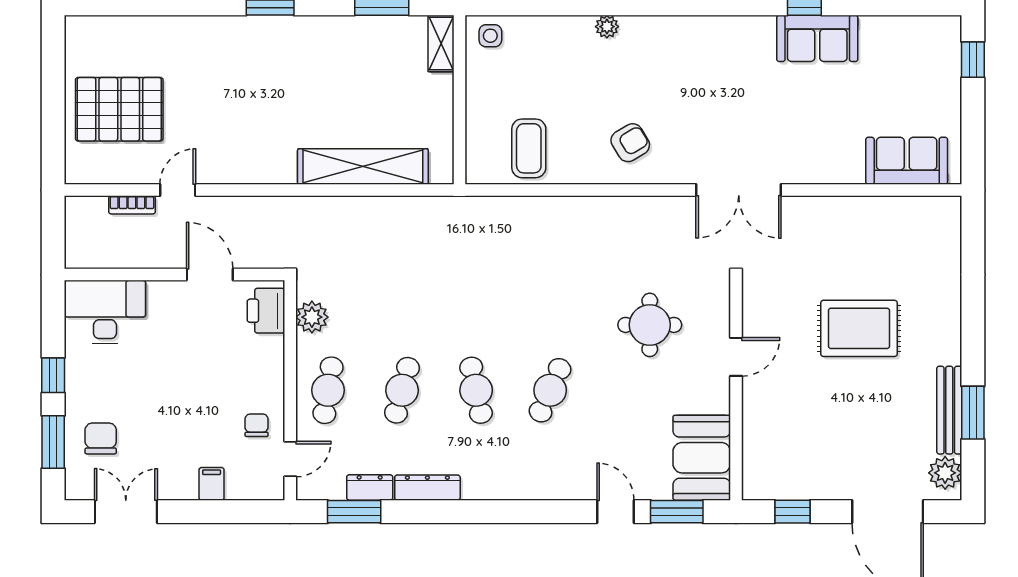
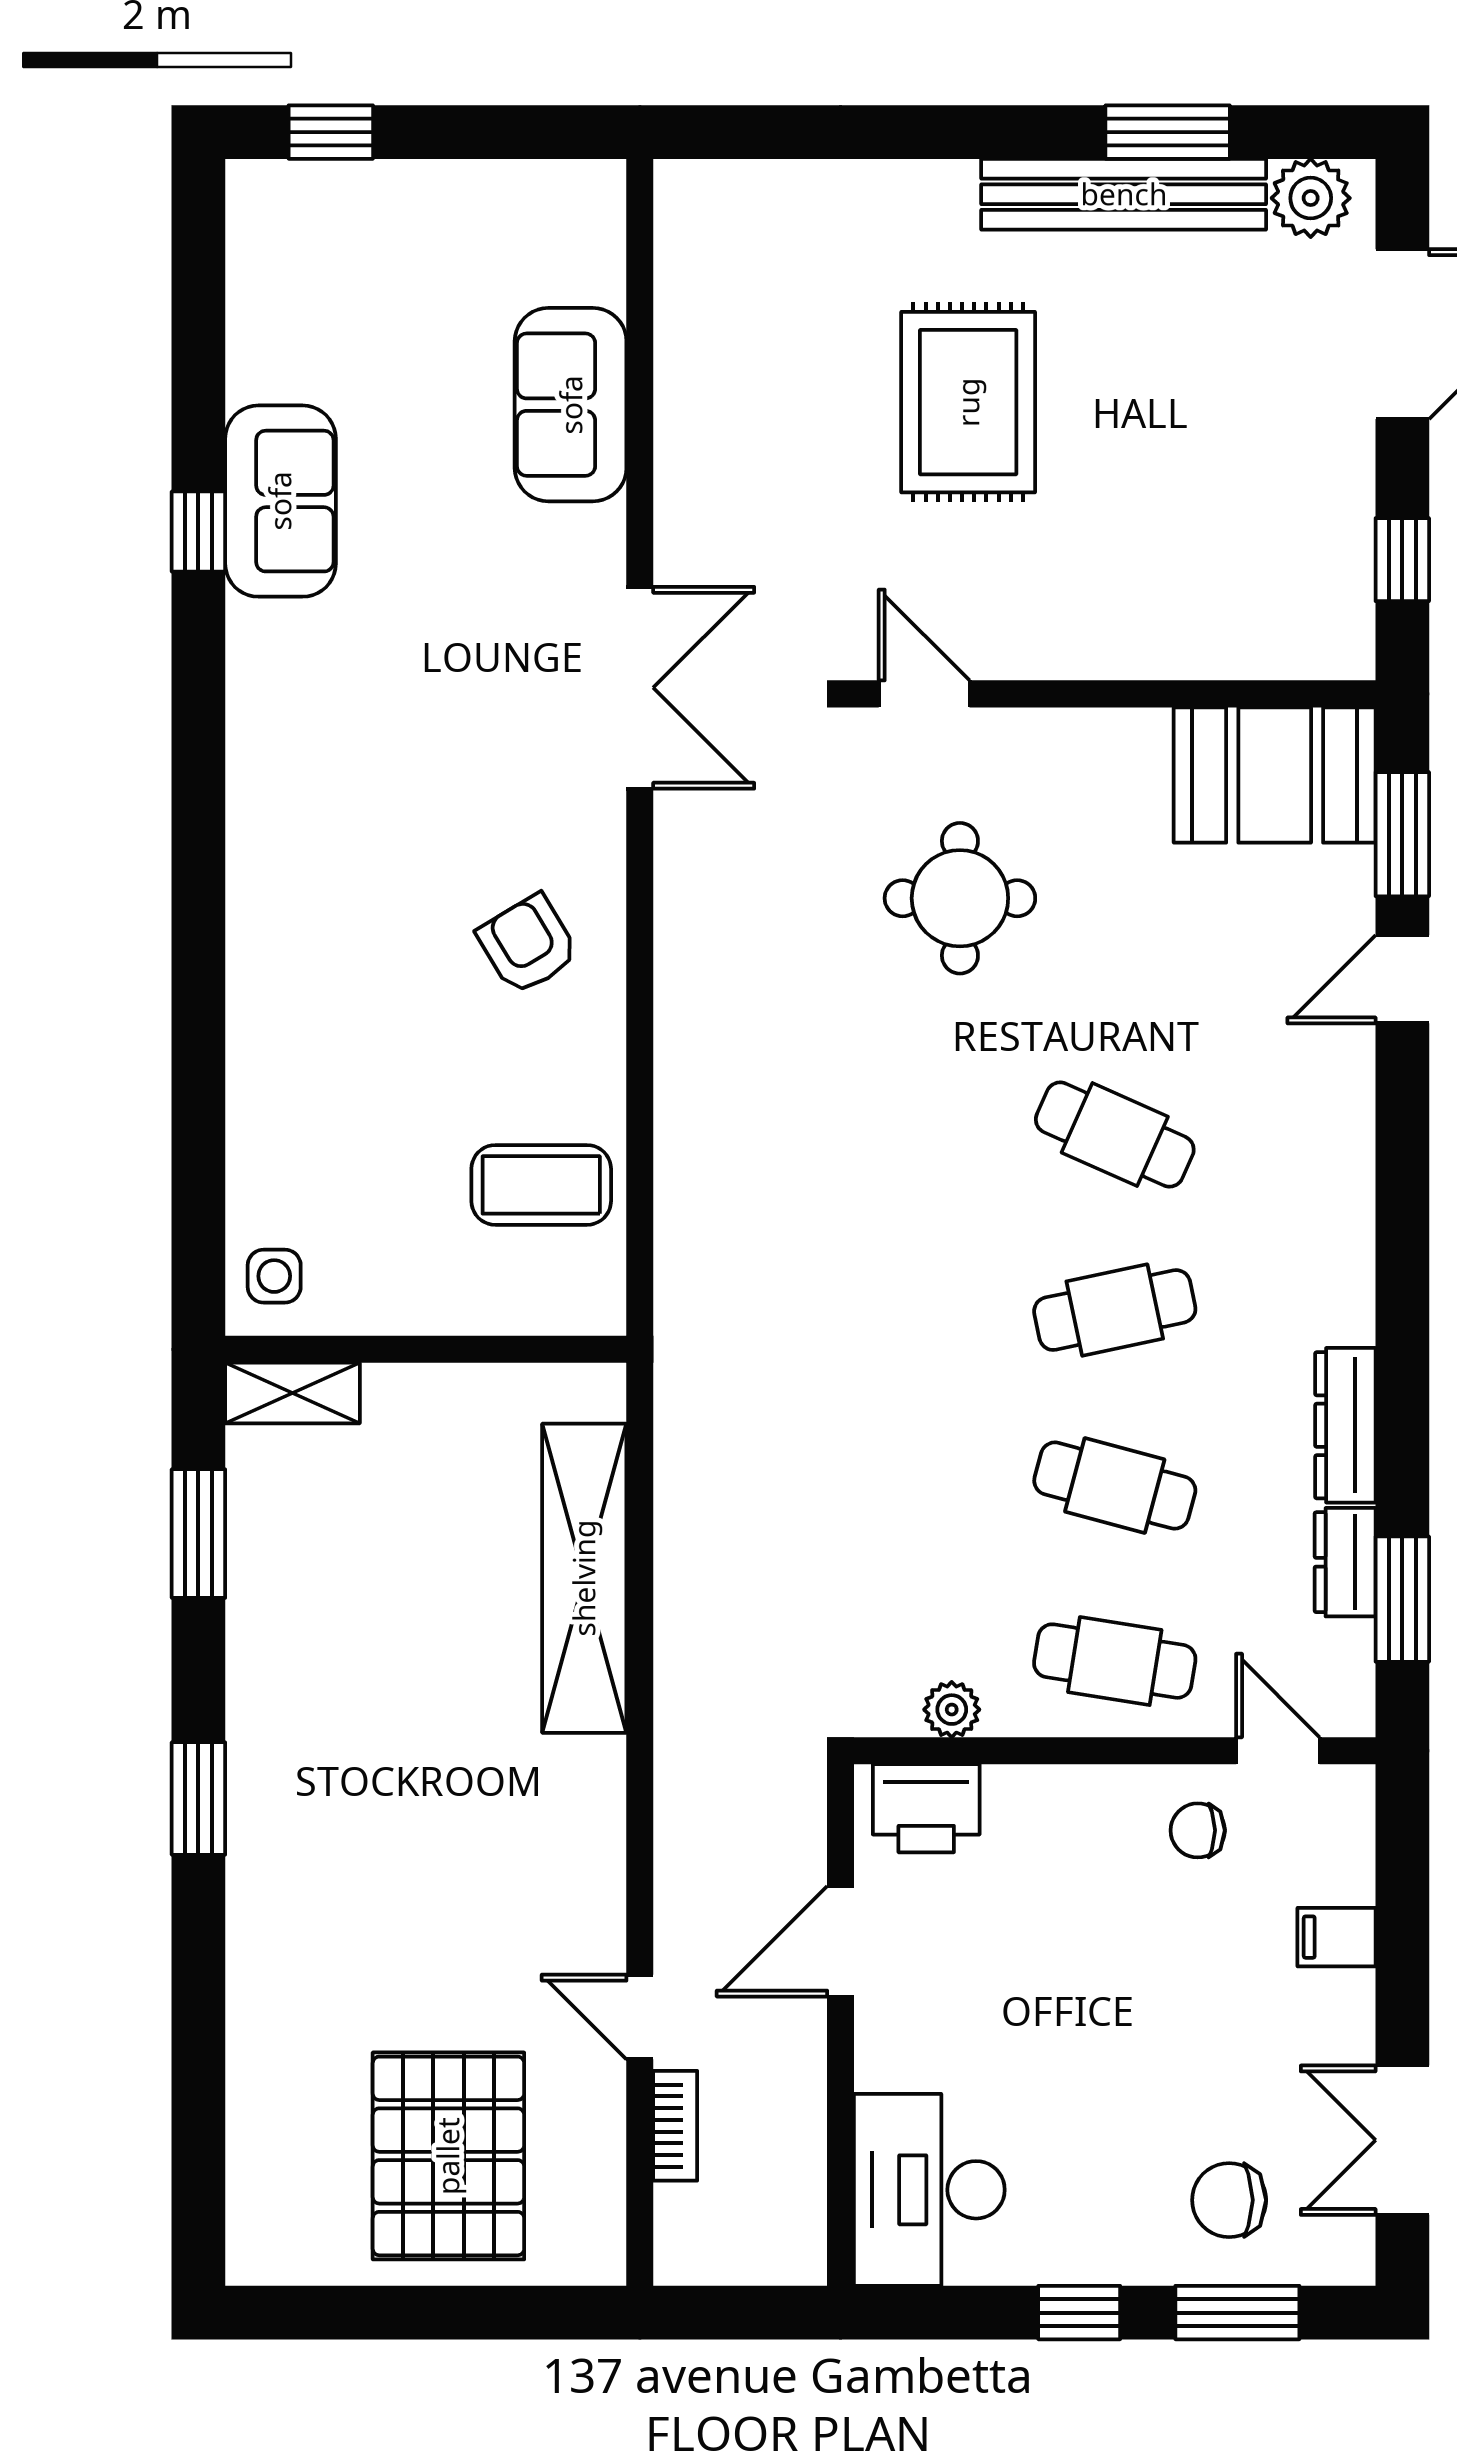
plant: (607, 27) -> (253, 1000), removed
sofa: (907, 161) -> (571, 405), moved
plant: (312, 317) -> (952, 1710), width x0.73, depth x0.73
door: (736, 357) -> (924, 694), moved
bench: (949, 410) -> (1124, 194), width x1.37, depth x1.21

